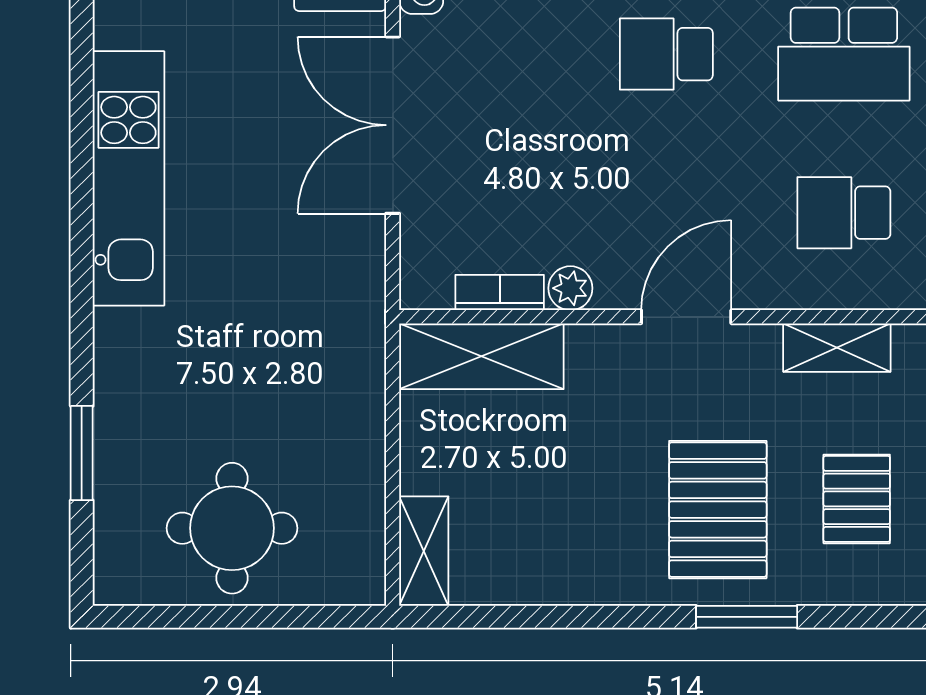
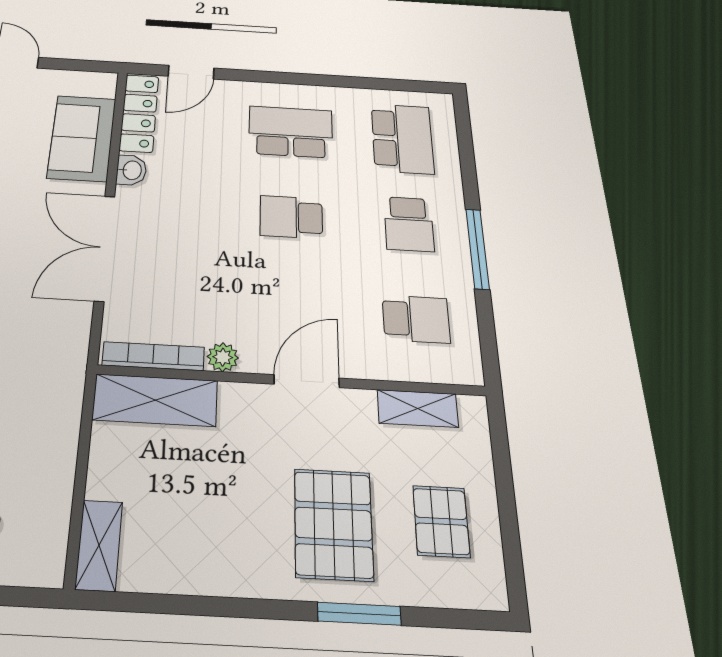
school desk: (844, 54) -> (409, 224), width x0.54
school desk: (844, 213) -> (416, 319), turned 180
bookcase: (500, 292) -> (153, 356), width x1.56

